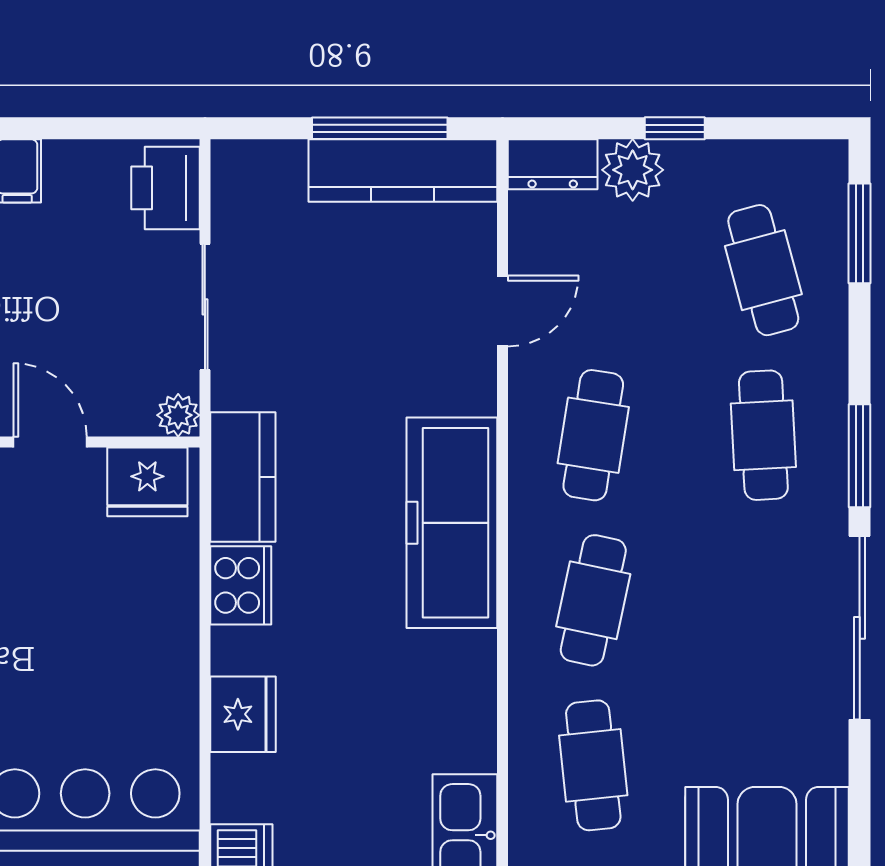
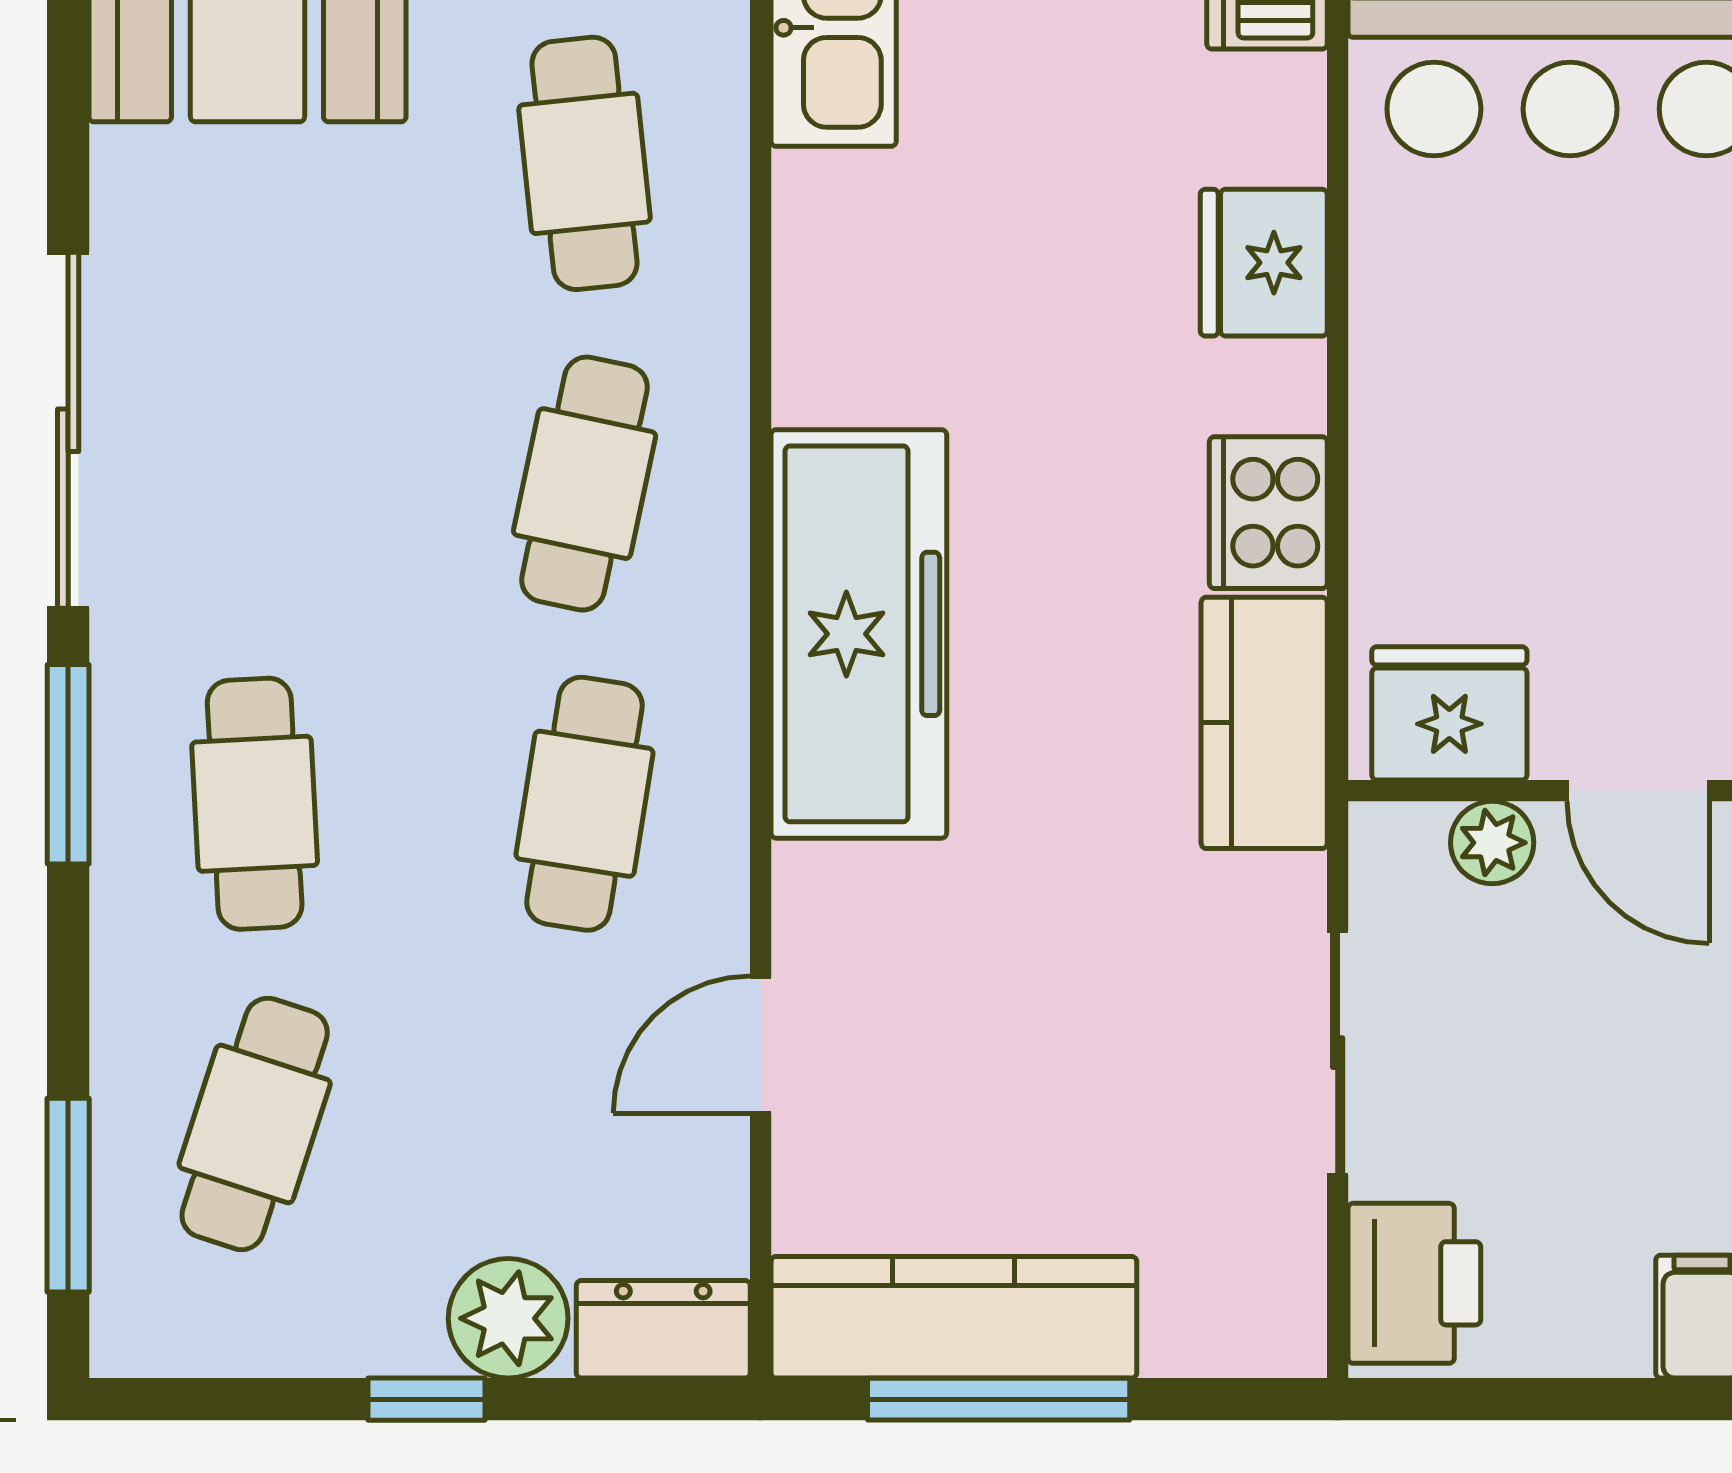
cafe table: (763, 270) -> (255, 1124), turned 33
plant: (178, 415) -> (1492, 843), moved

